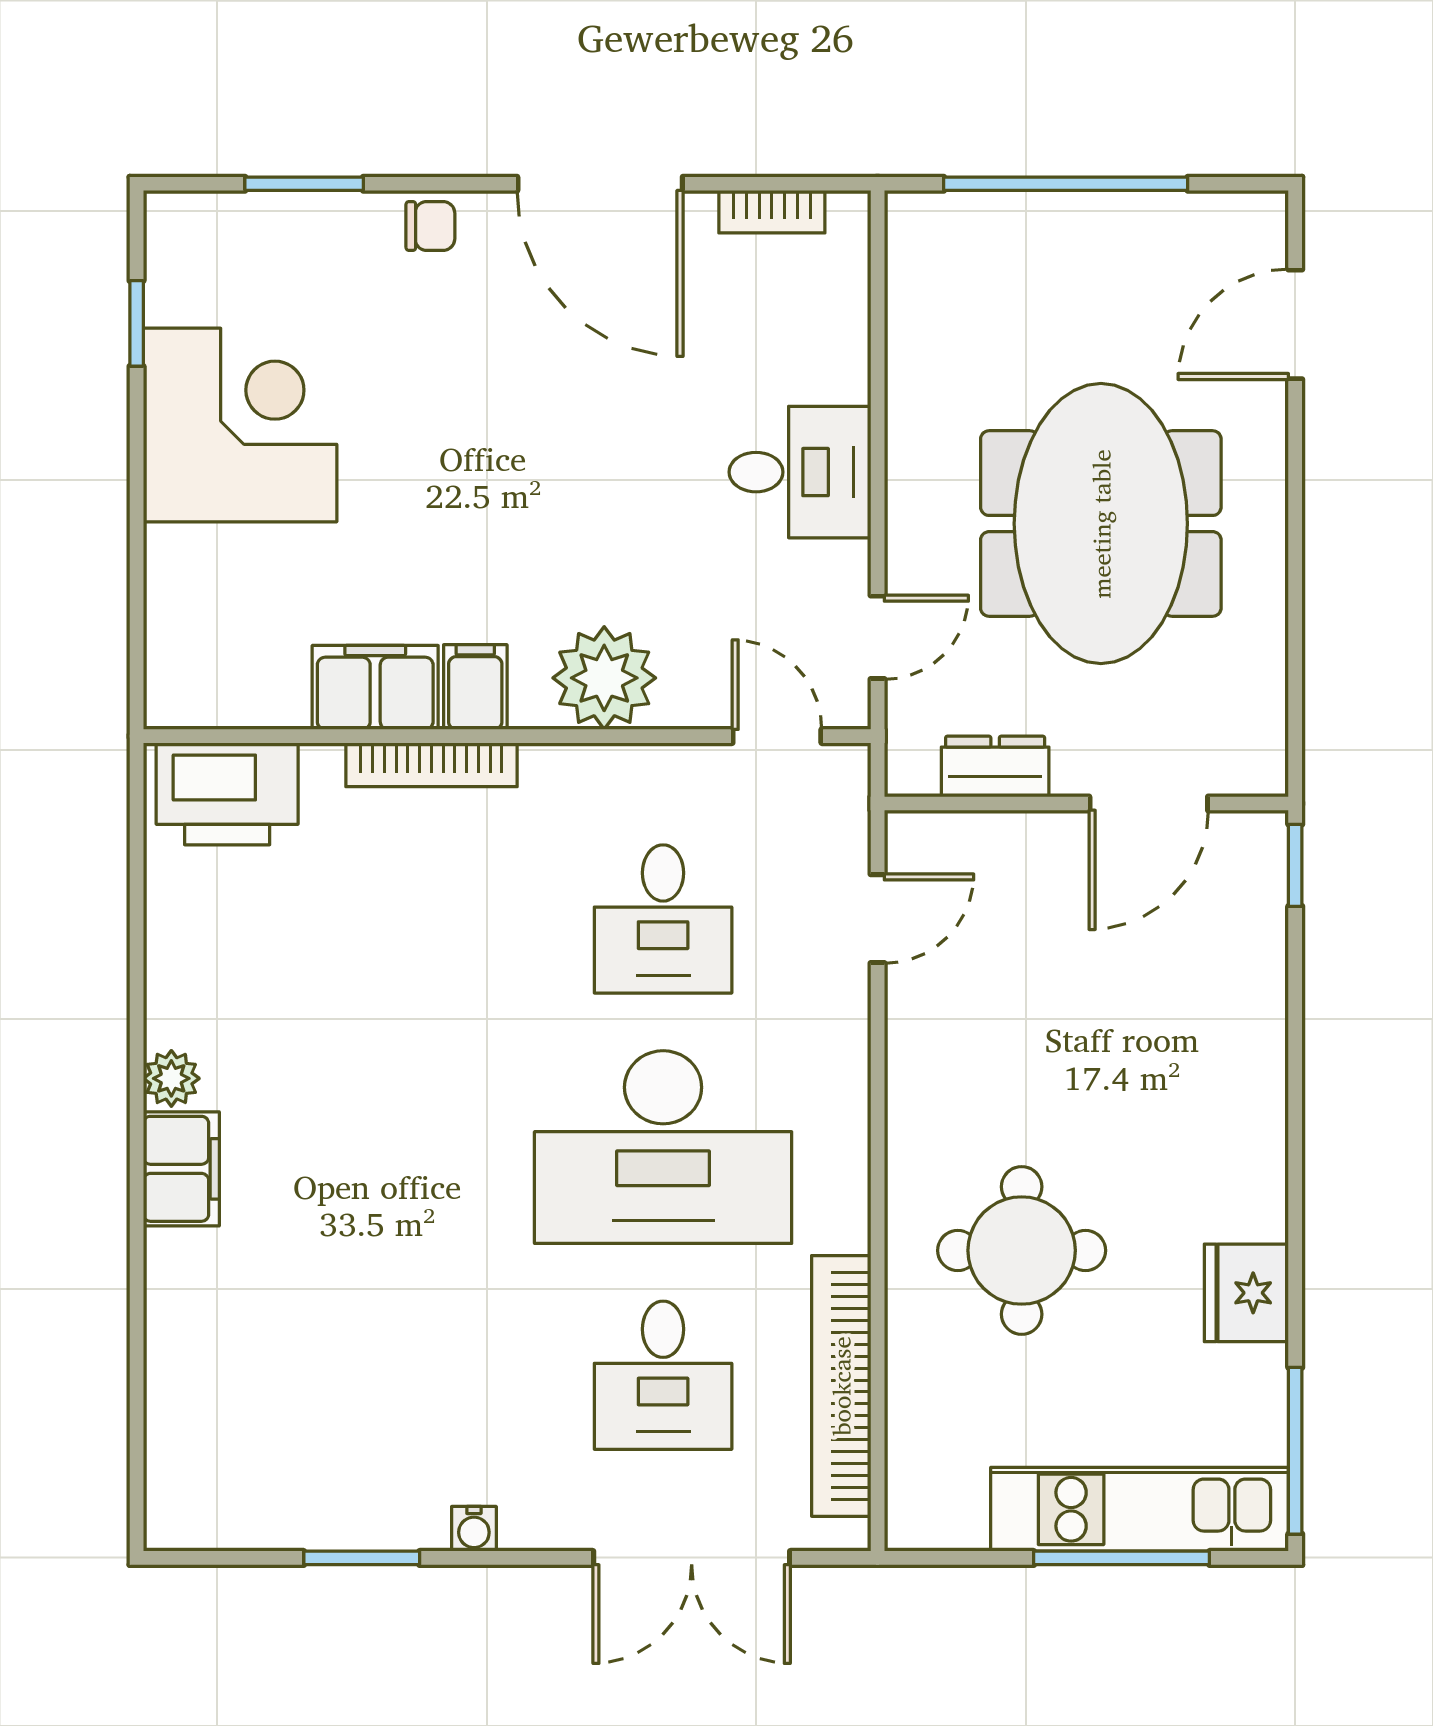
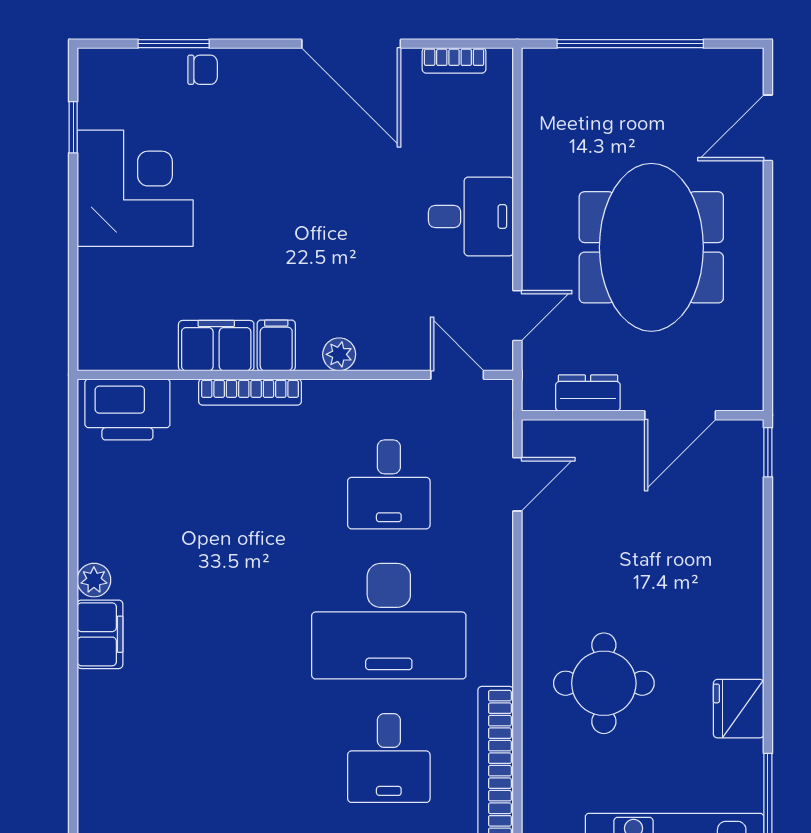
chair: (430, 226) -> (203, 70), moved
plant: (604, 678) -> (339, 354), width x0.53, depth x0.53

